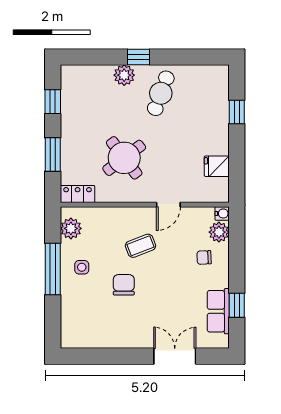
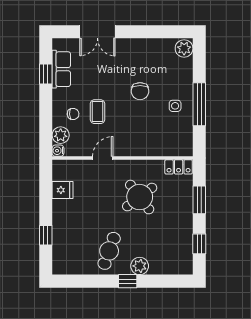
plant: (71, 228) -> (184, 48), moved
coffee table: (140, 246) -> (97, 112), moved, turned -69

